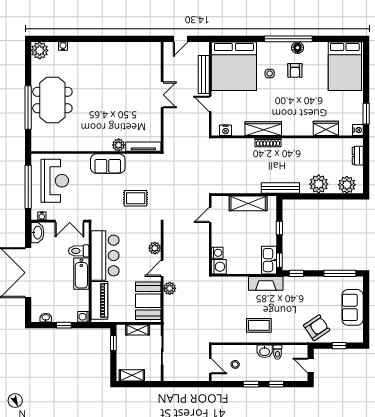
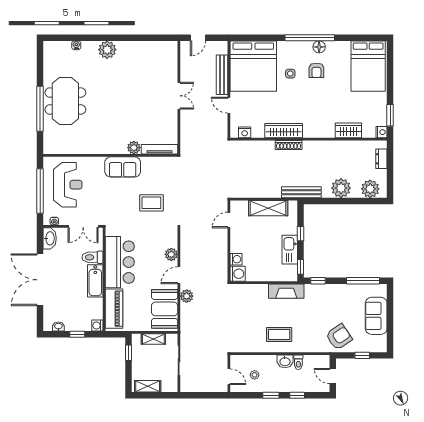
plant: (40, 50) -> (107, 50), moved
kitchen sink: (269, 260) -> (290, 250), moved

